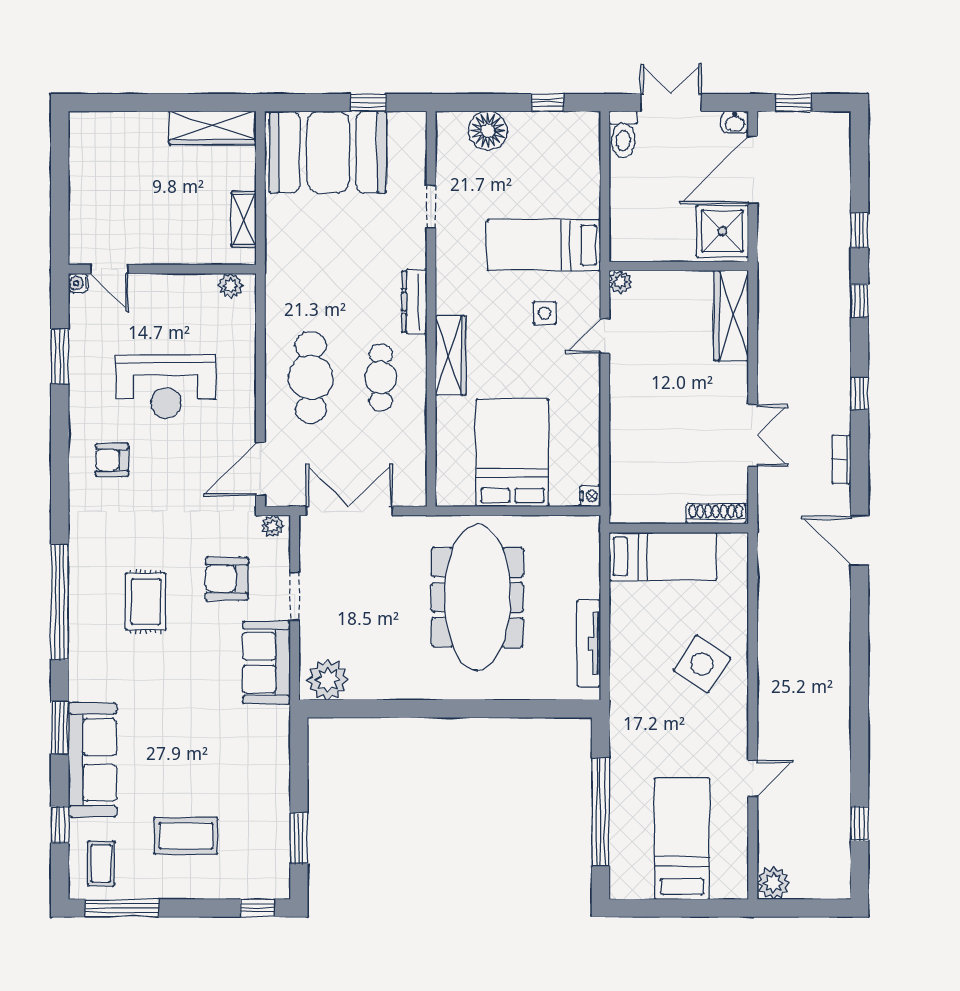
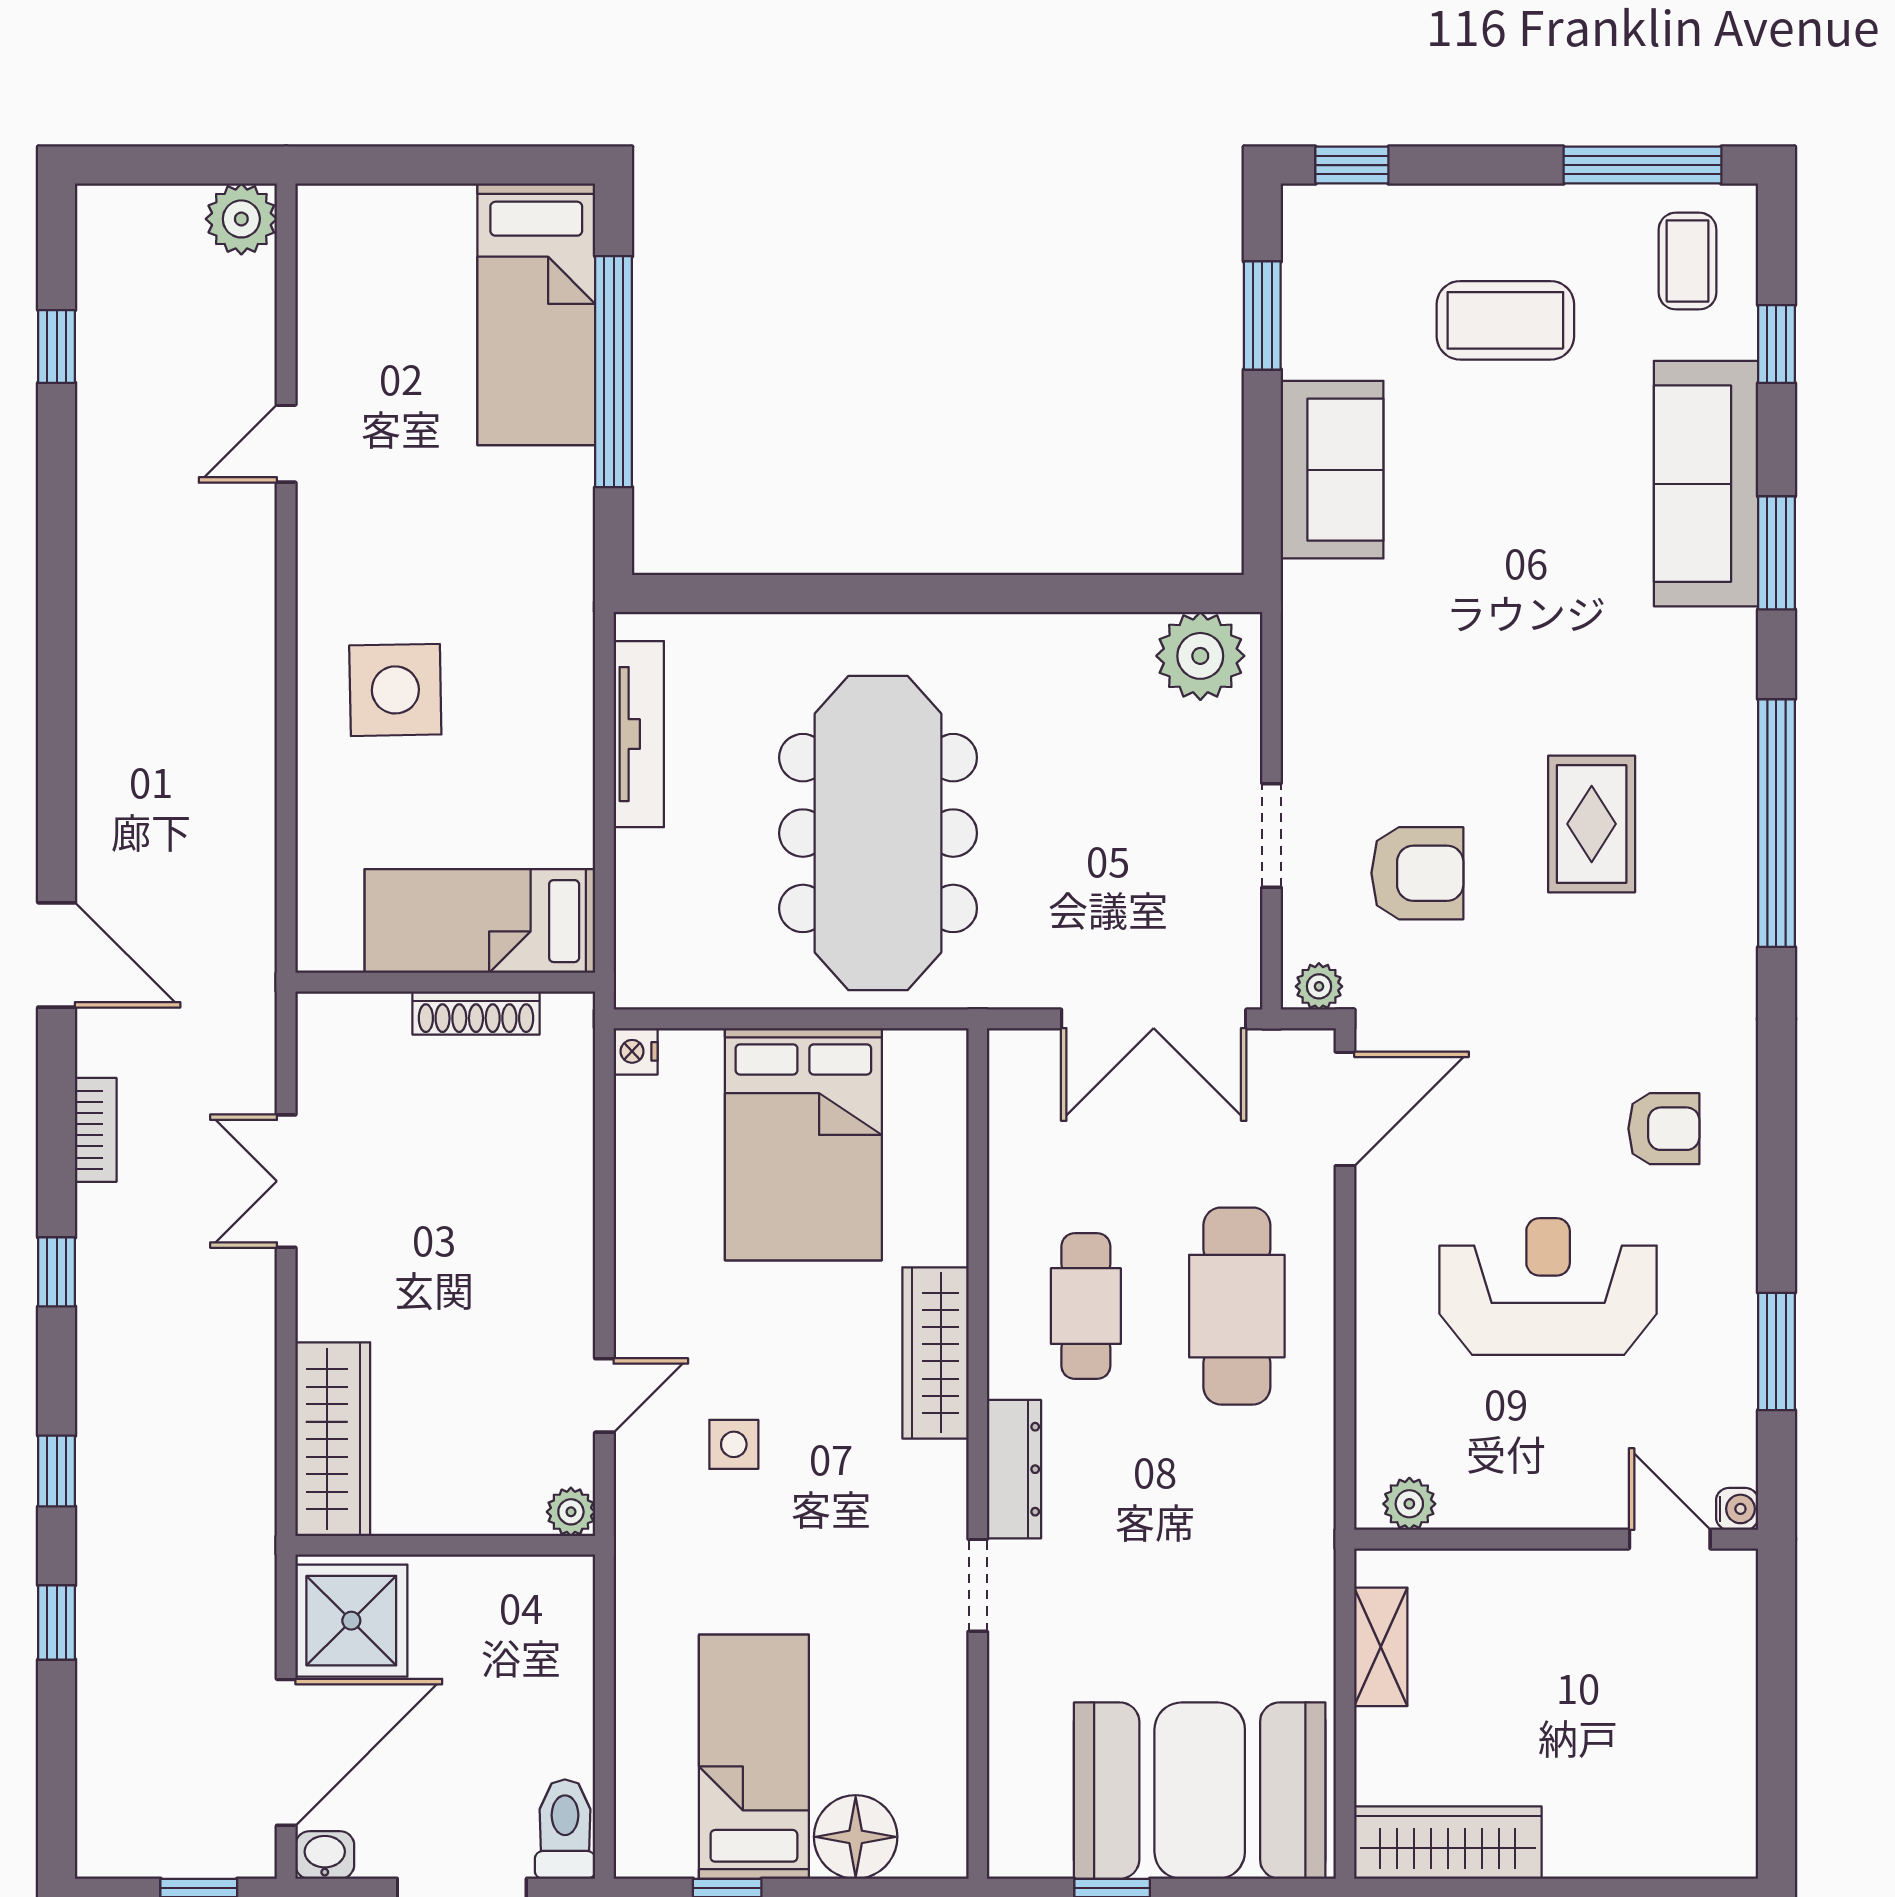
doorway: (431, 207) -> (978, 1585), moved
bed: (544, 245) -> (754, 1757), moved, turned -90
shoe rack: (716, 514) -> (476, 1013), moved
sofa: (266, 663) -> (1332, 470), moved
side table: (702, 664) -> (395, 690), turned -34
bed: (682, 839) -> (536, 314), moved

